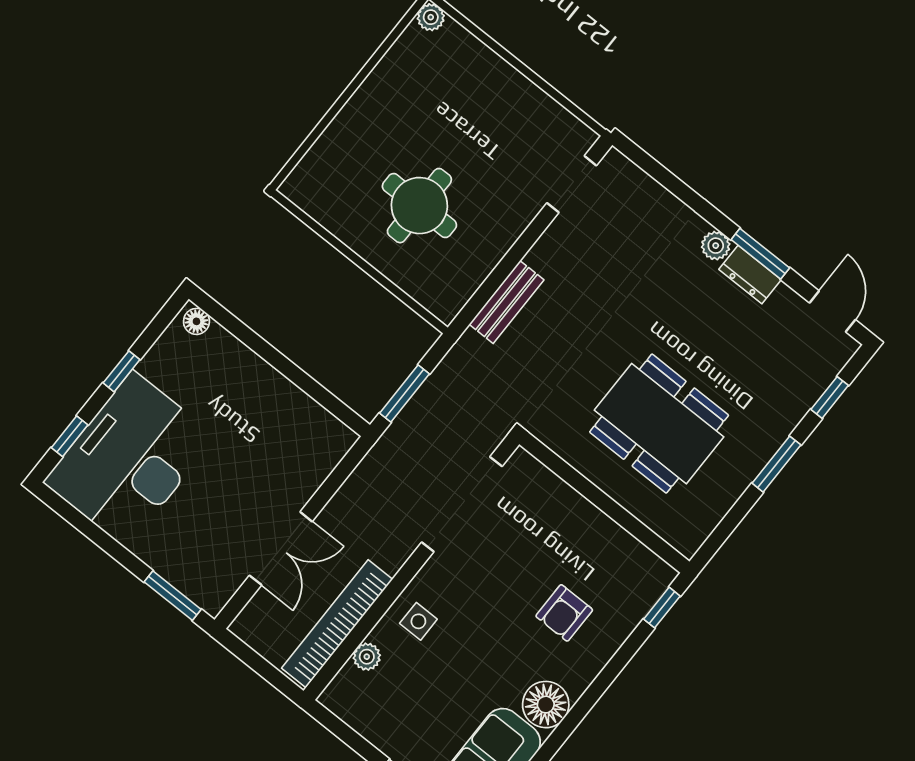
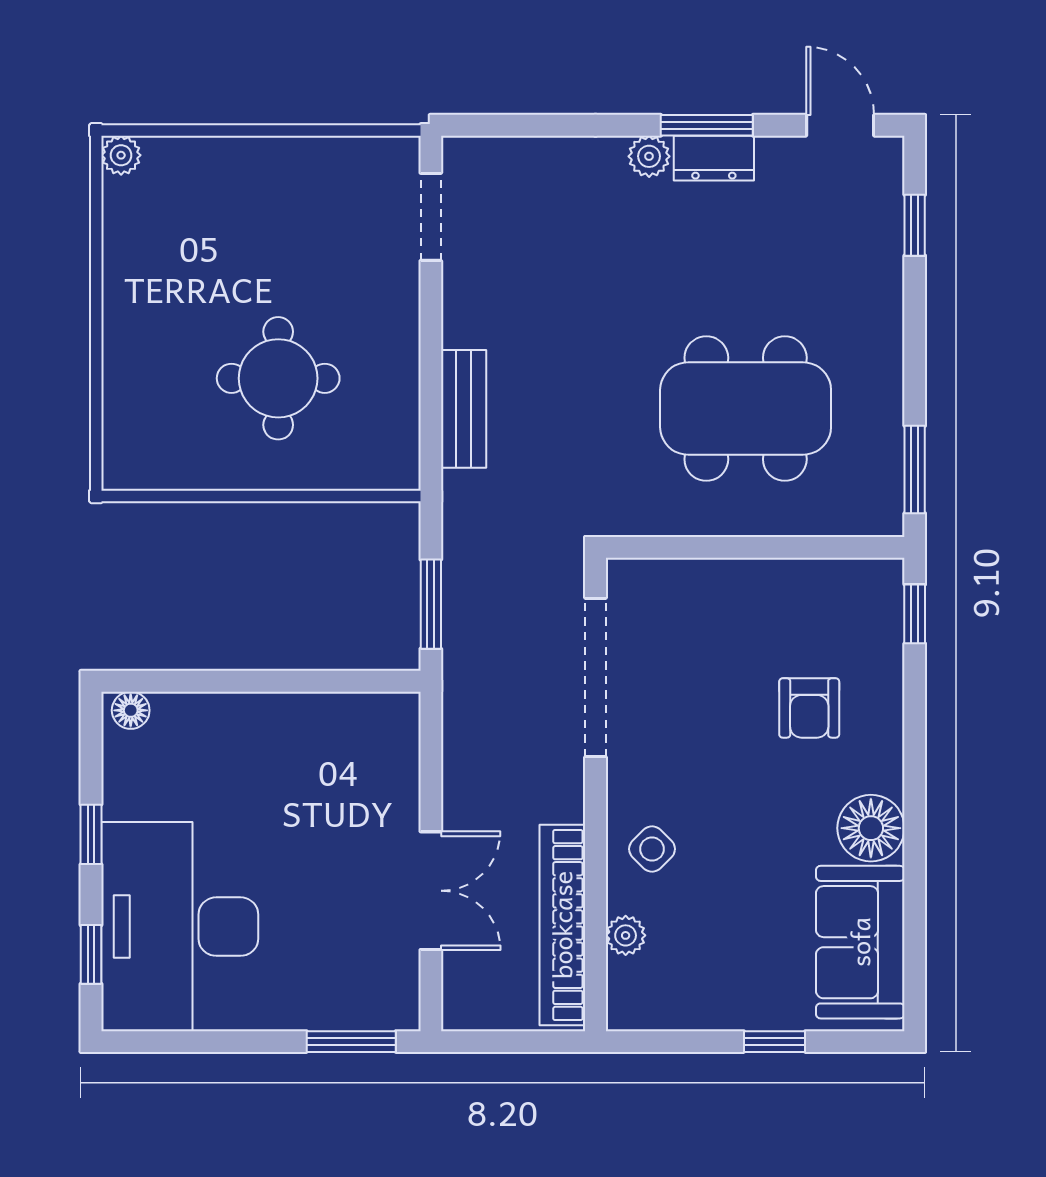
window: (776, 464) -> (915, 469), moved
side table: (418, 621) -> (652, 849), turned 45

